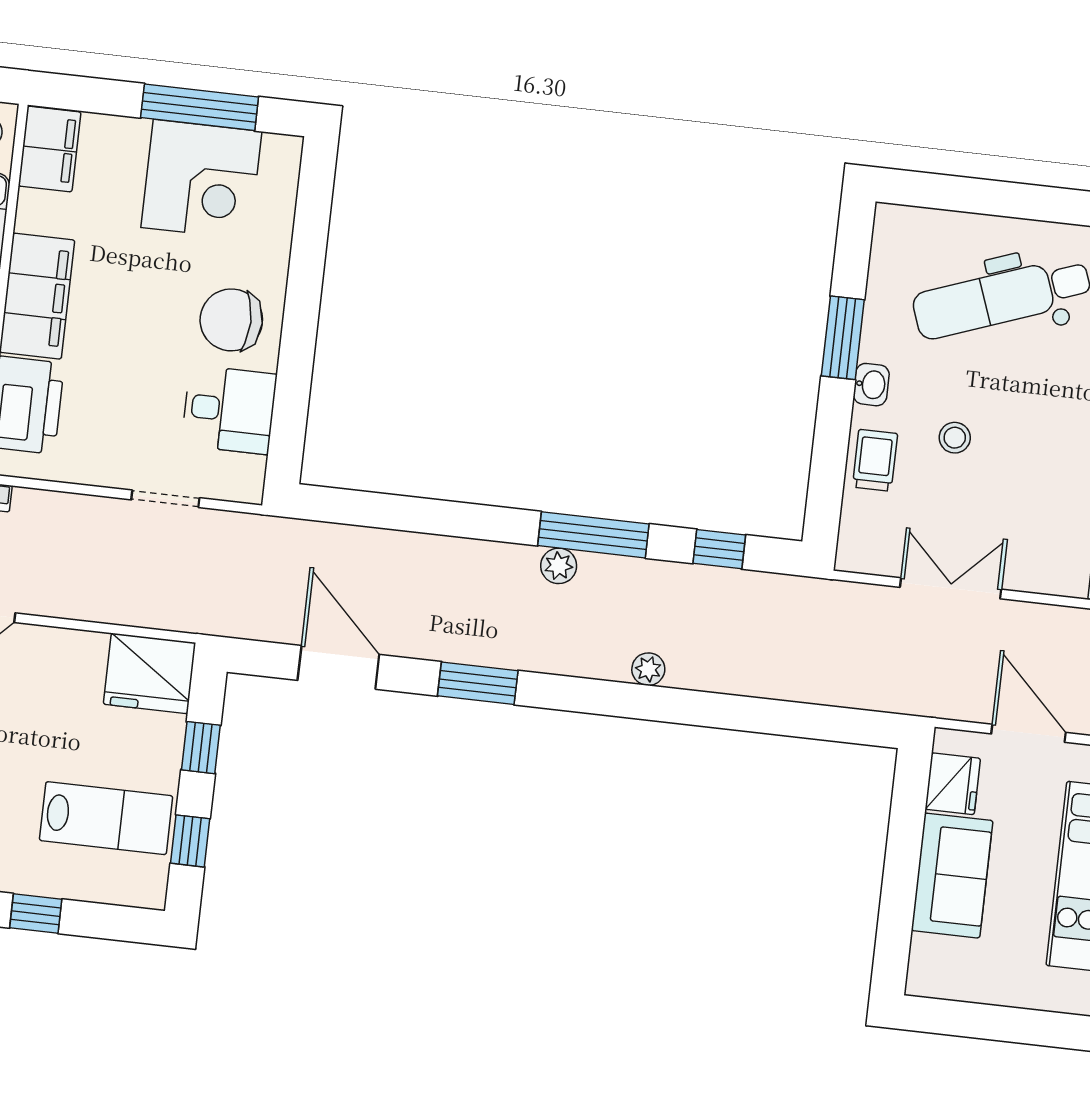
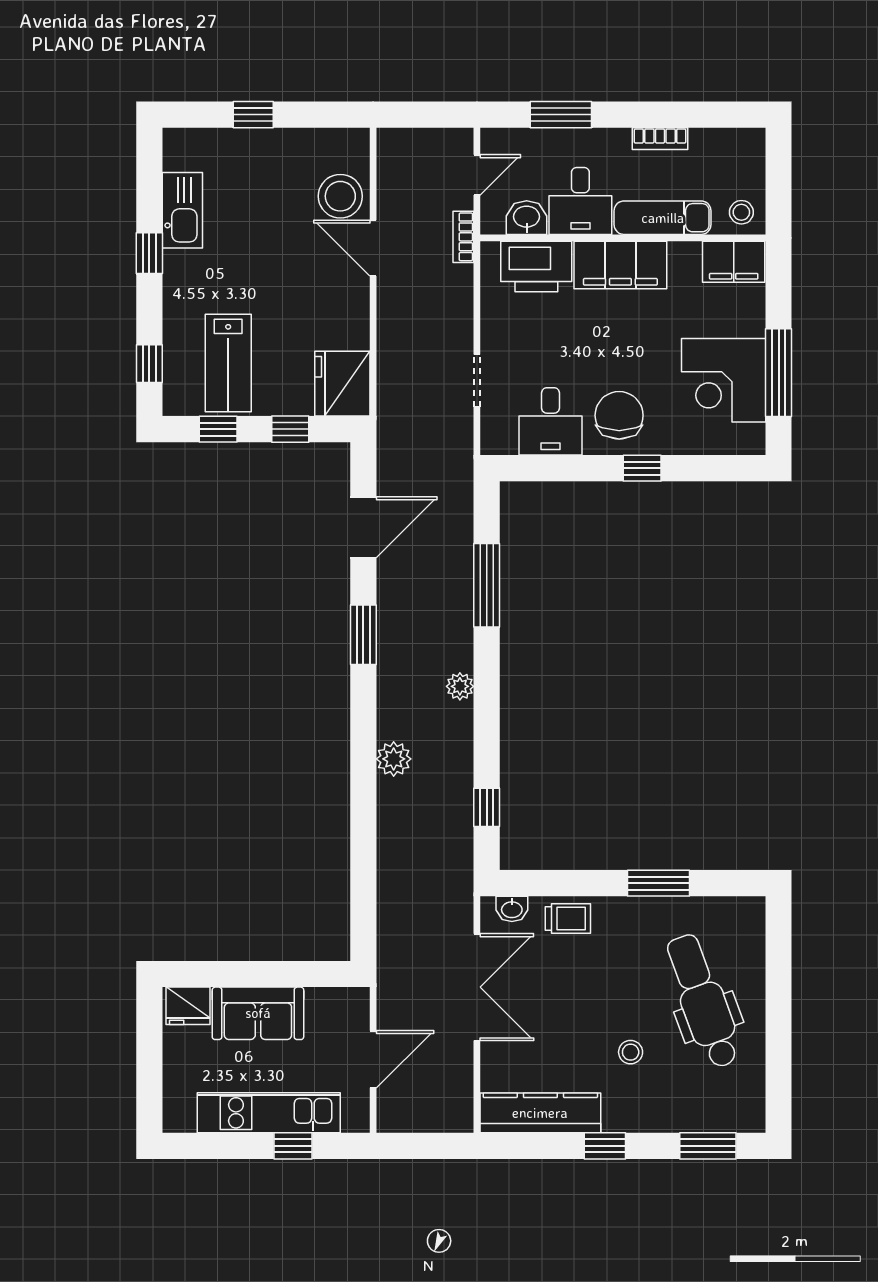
window: (303, 298) -> (642, 468), added
washbasin: (871, 385) -> (512, 909), moved
stool: (955, 438) -> (631, 1052), moved
window: (593, 535) -> (487, 585), moved
double door: (951, 588) -> (477, 987), width x1.37
plant: (648, 669) -> (394, 759), width x1.38, depth x1.38
fridge: (953, 784) -> (188, 1006), moved
window: (36, 913) -> (149, 364), moved

